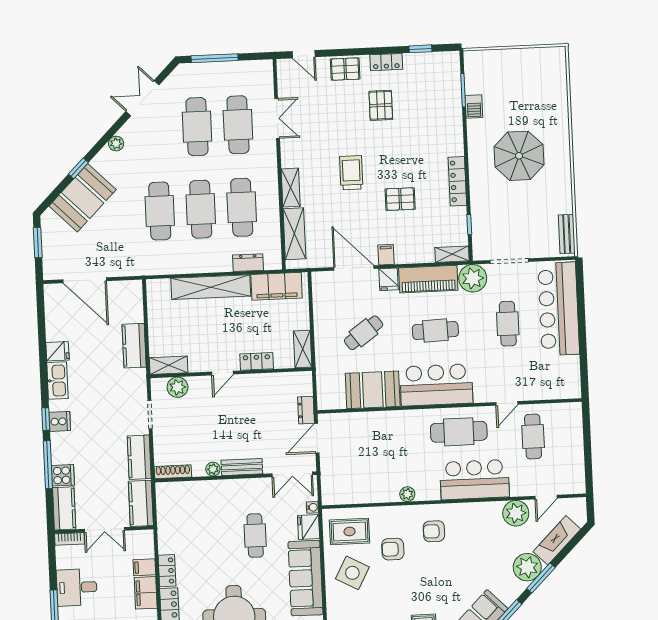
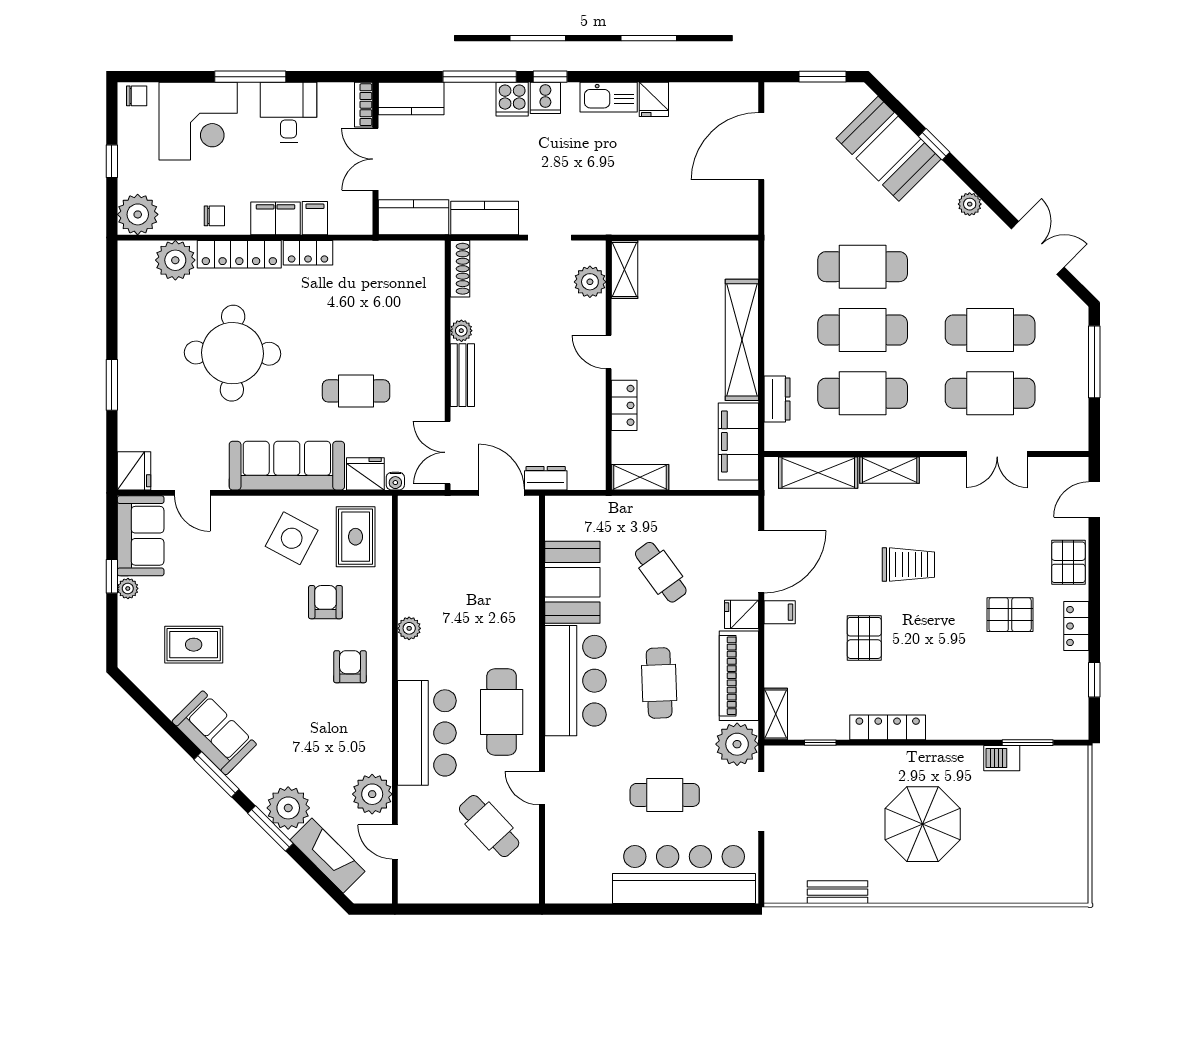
bench: (567, 234) -> (837, 892), moved
kitchen counter: (134, 346) -> (657, 218), removed
cafe table: (533, 437) -> (489, 826), turned 47
cooker: (63, 475) -> (512, 99), moved

